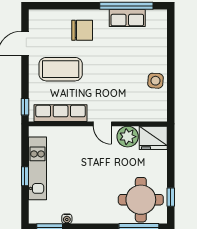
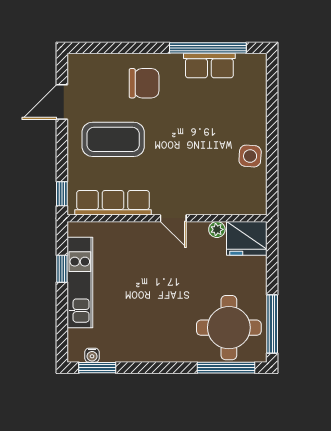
plant: (128, 137) -> (217, 229), width x0.53, depth x0.53
window: (25, 176) -> (62, 269), moved
window: (171, 197) -> (272, 324), width x2.17
water cooler: (67, 219) -> (92, 355), moved

